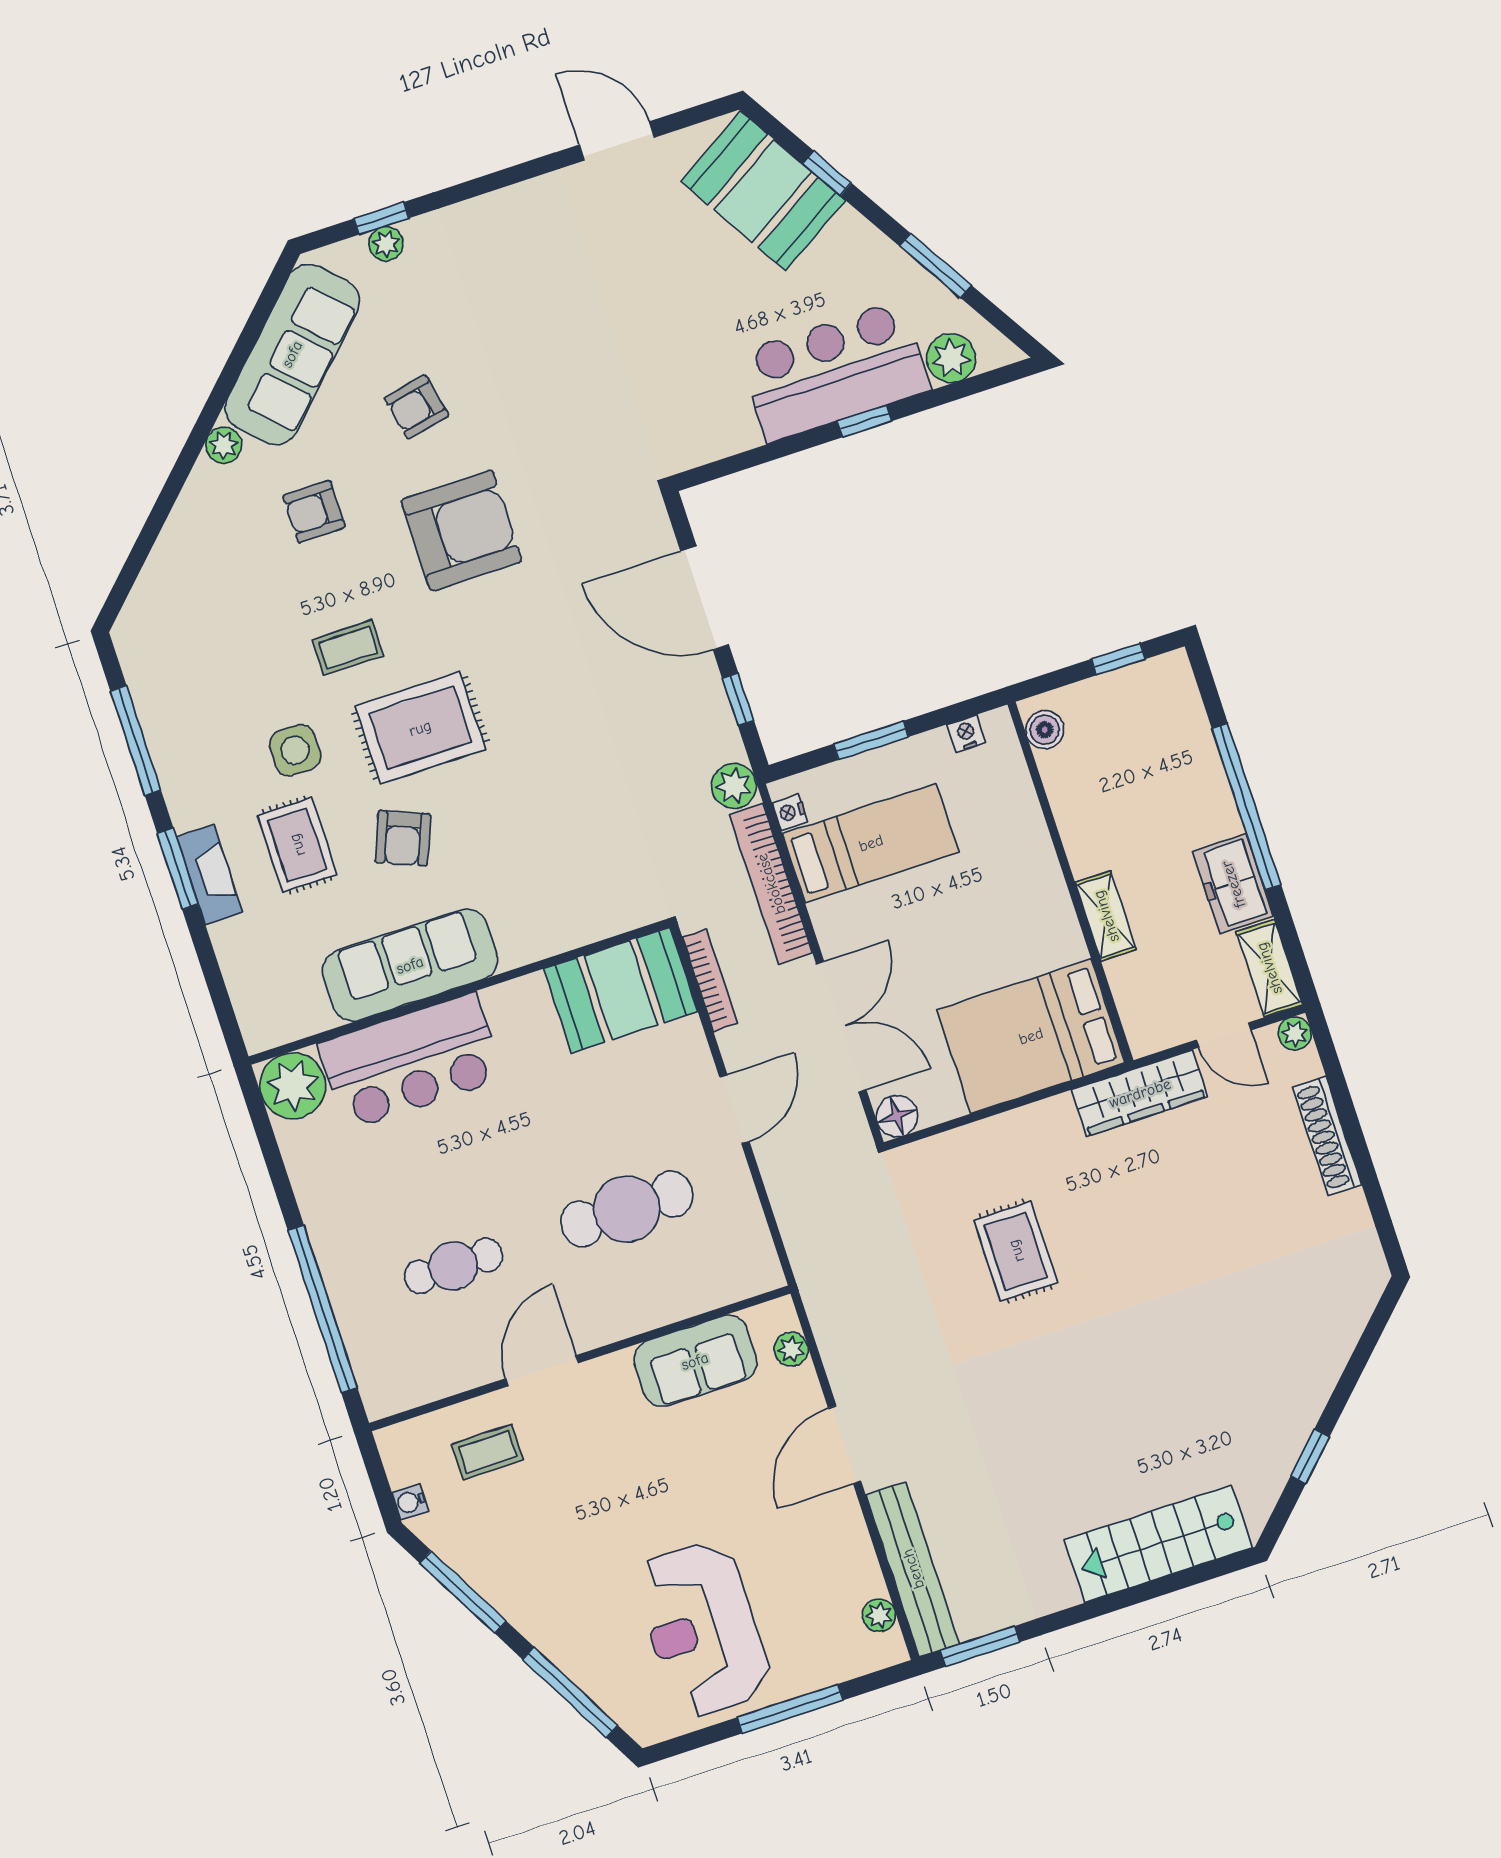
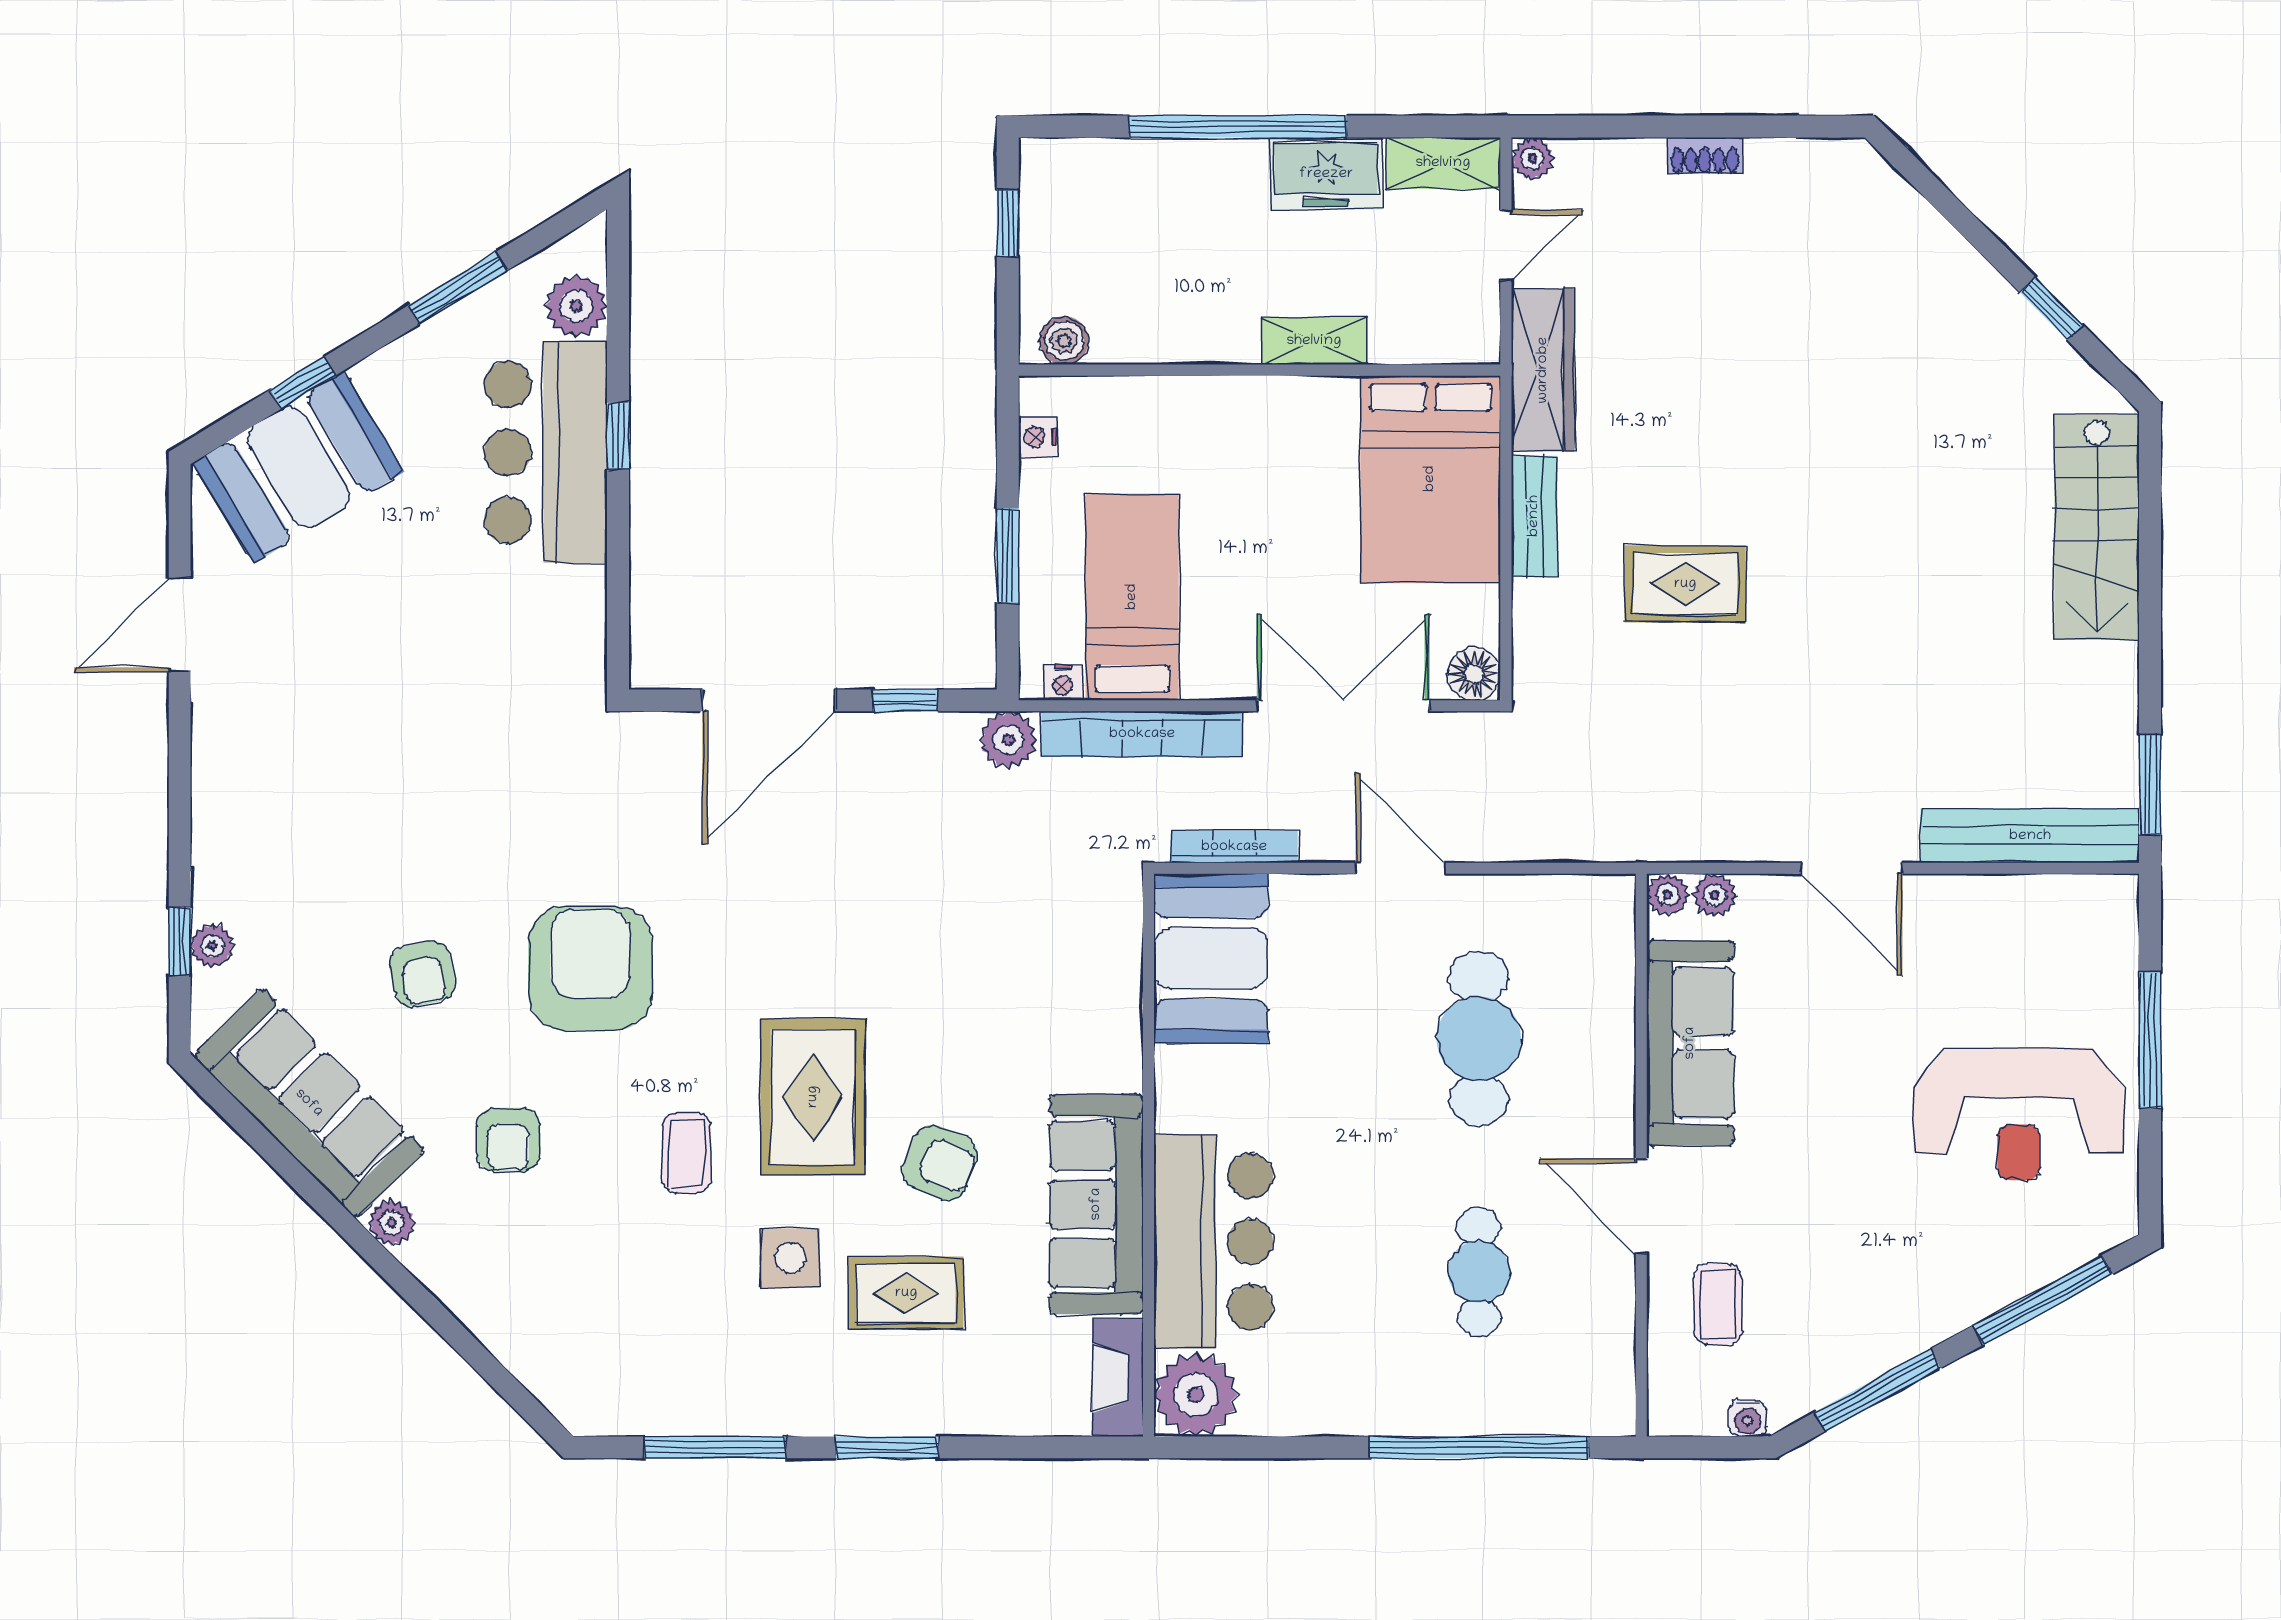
fireplace: (209, 875) -> (1118, 1378), moved, turned -90
bench: (1029, 1123) -> (1534, 516), added
shoe rack: (1327, 1136) -> (1705, 156), width x0.51, depth x0.81
sofa: (695, 1361) -> (1690, 1043), width x1.36
plant: (879, 1615) -> (1668, 895), moved

